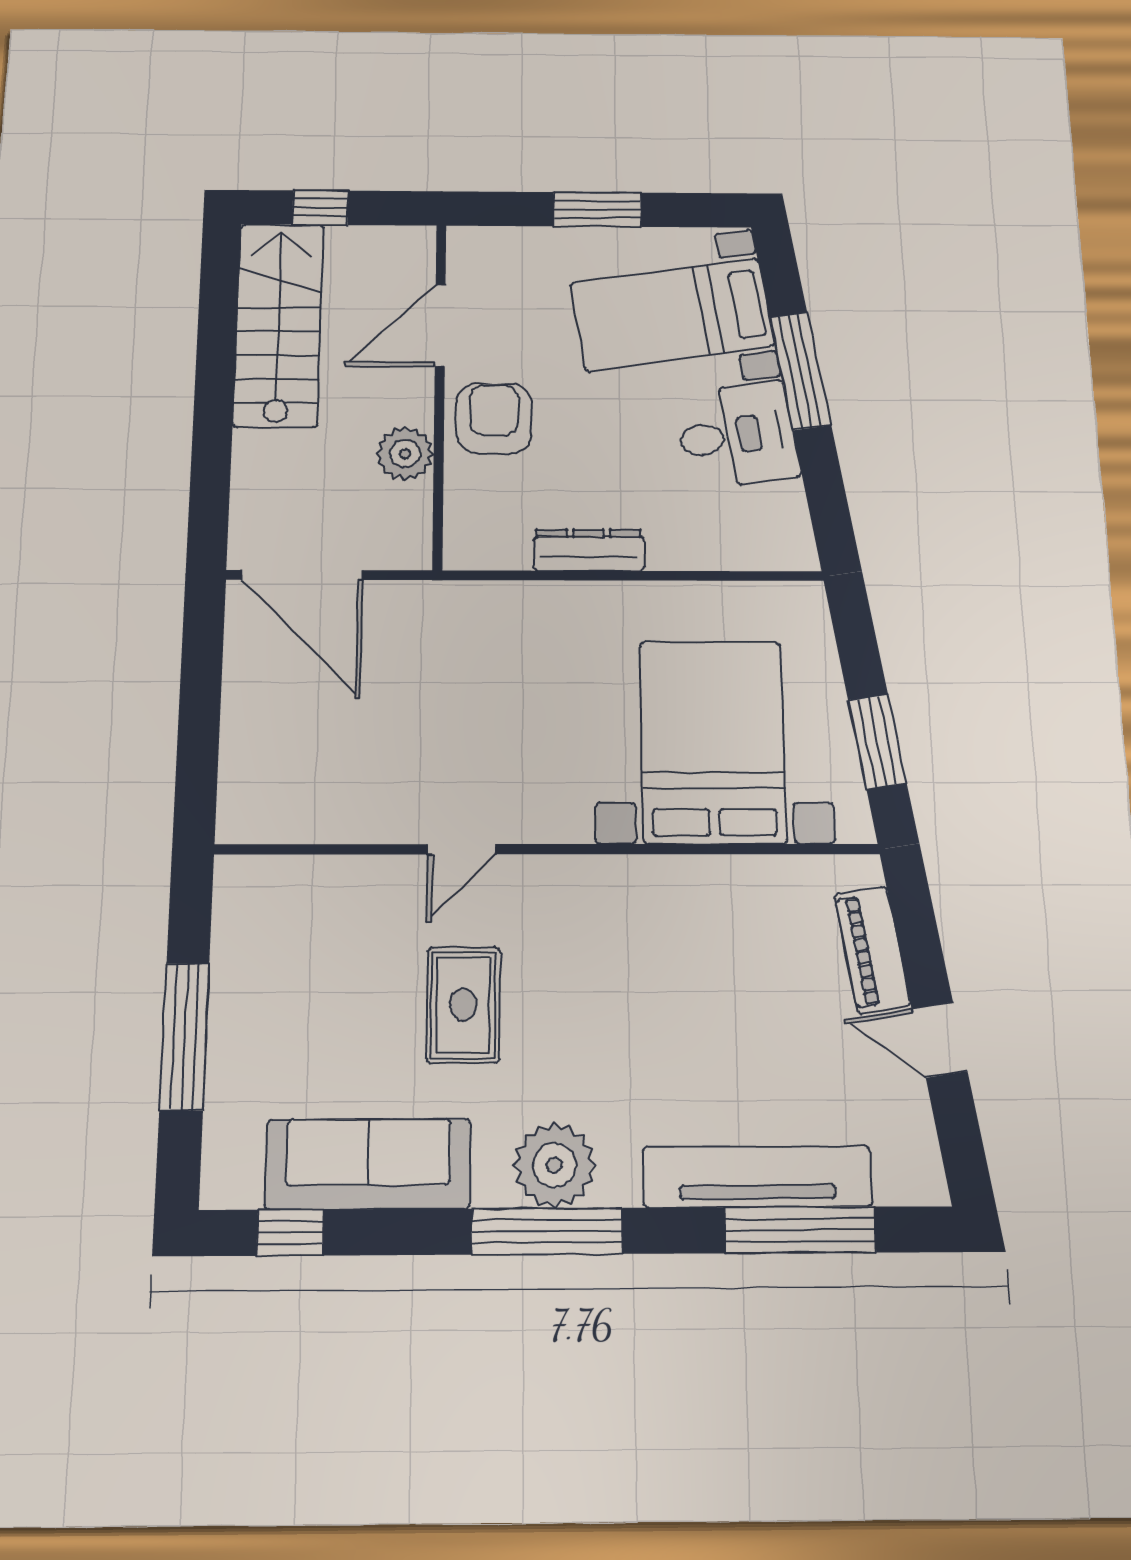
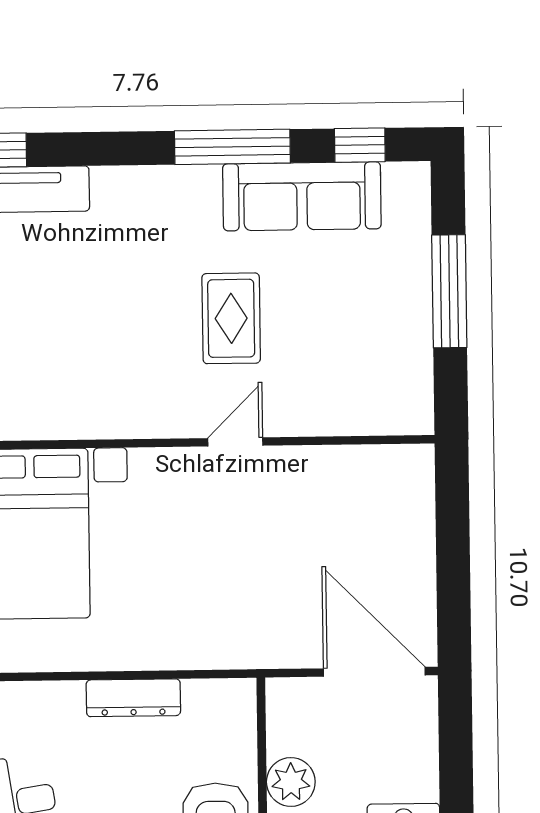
plant: (554, 1165) -> (158, 197), removed
window: (547, 1231) -> (232, 147), moved

